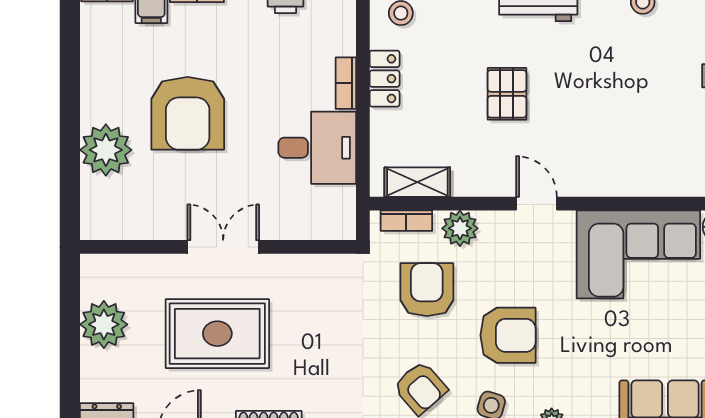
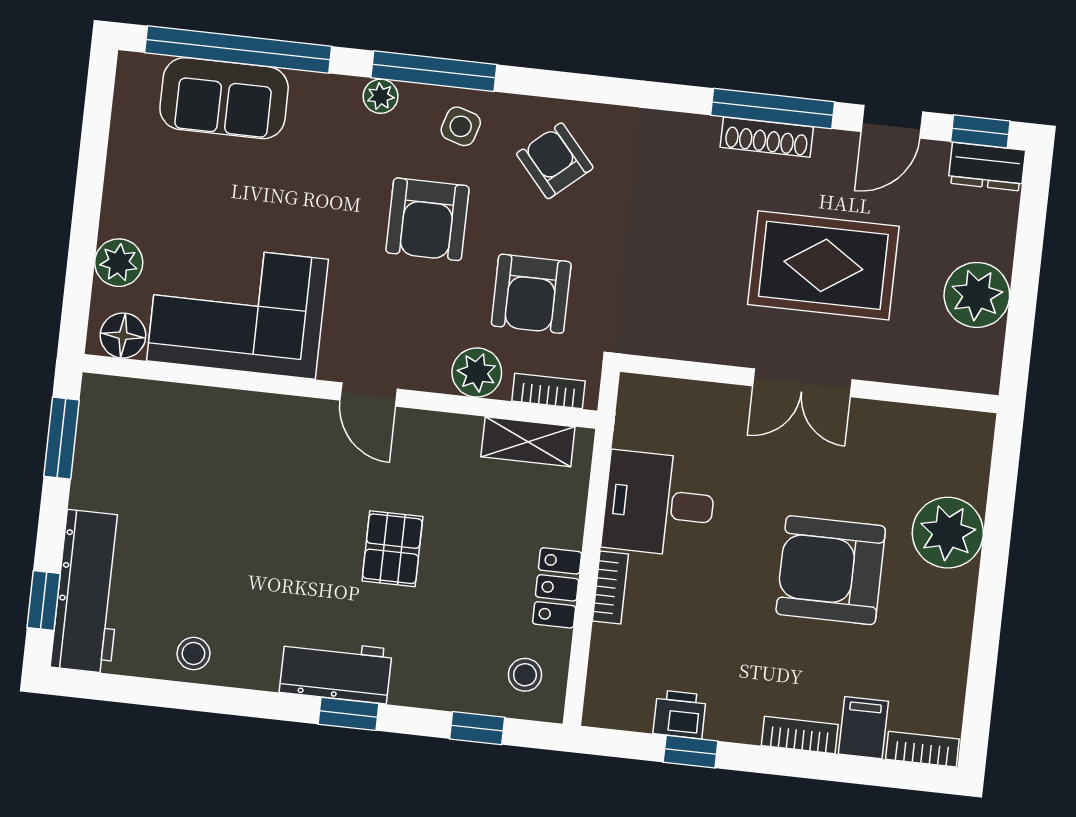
armchair: (188, 113) -> (831, 570), turned -90
armchair: (508, 335) -> (427, 219), turned -90

